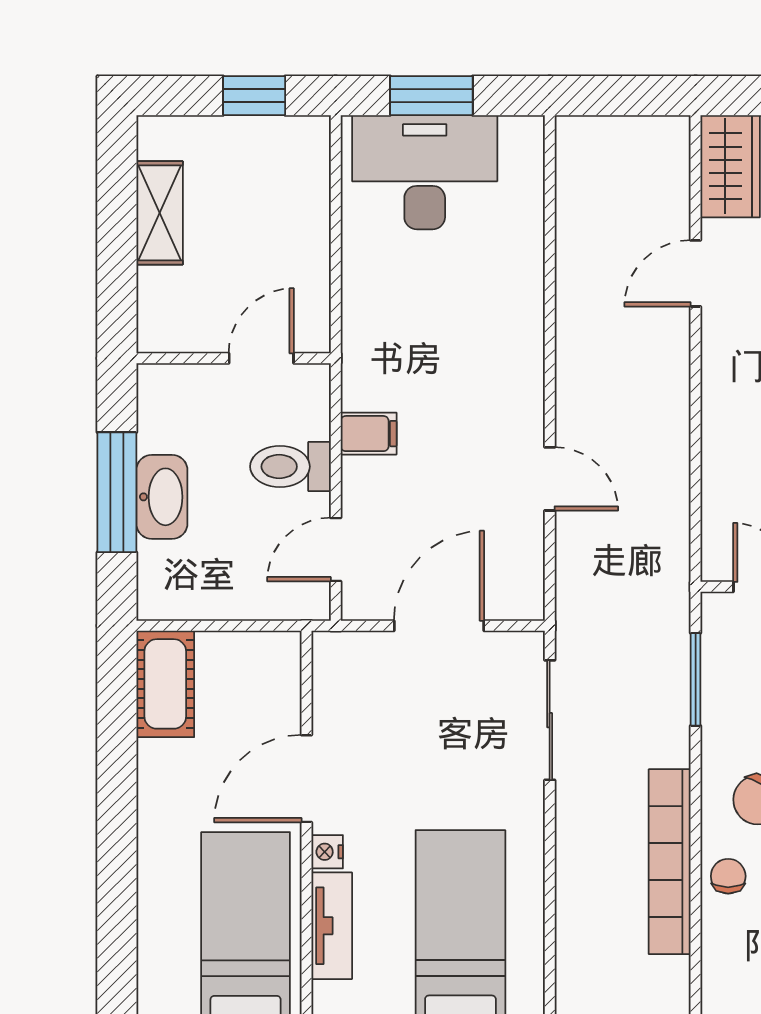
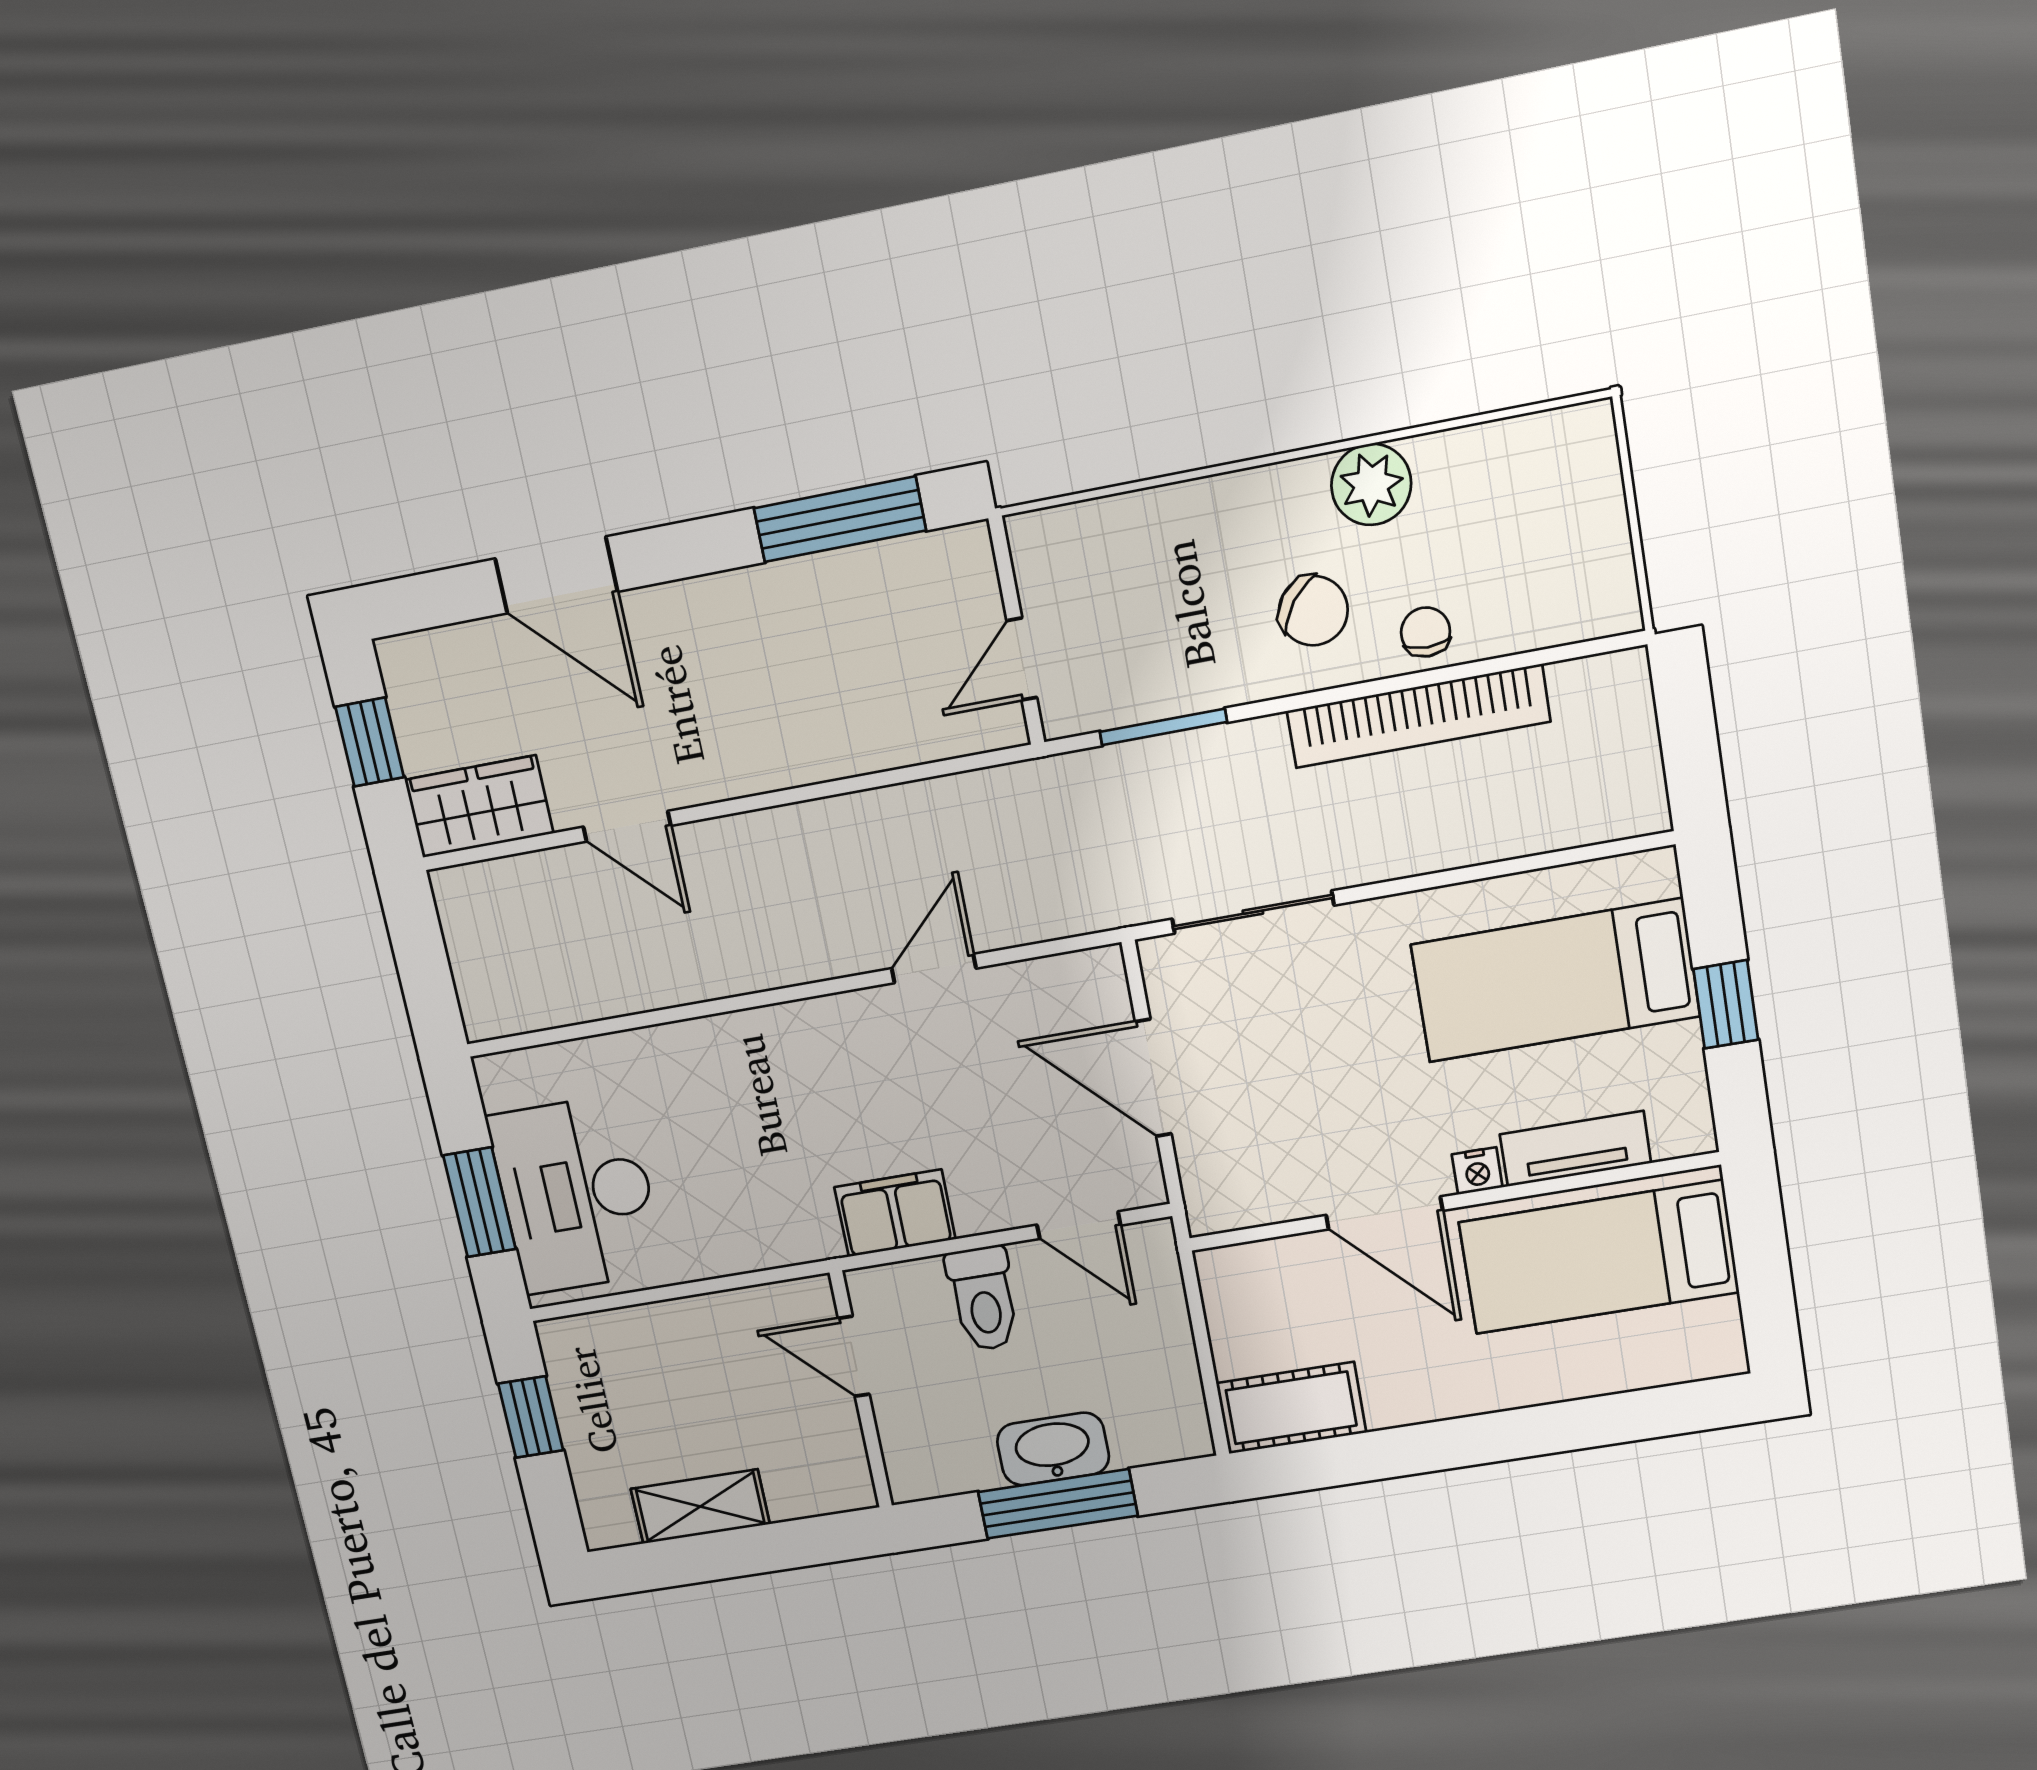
filing cabinet: (369, 434) -> (895, 1213), width x2.00
chair: (728, 876) -> (1426, 632), turned 90

